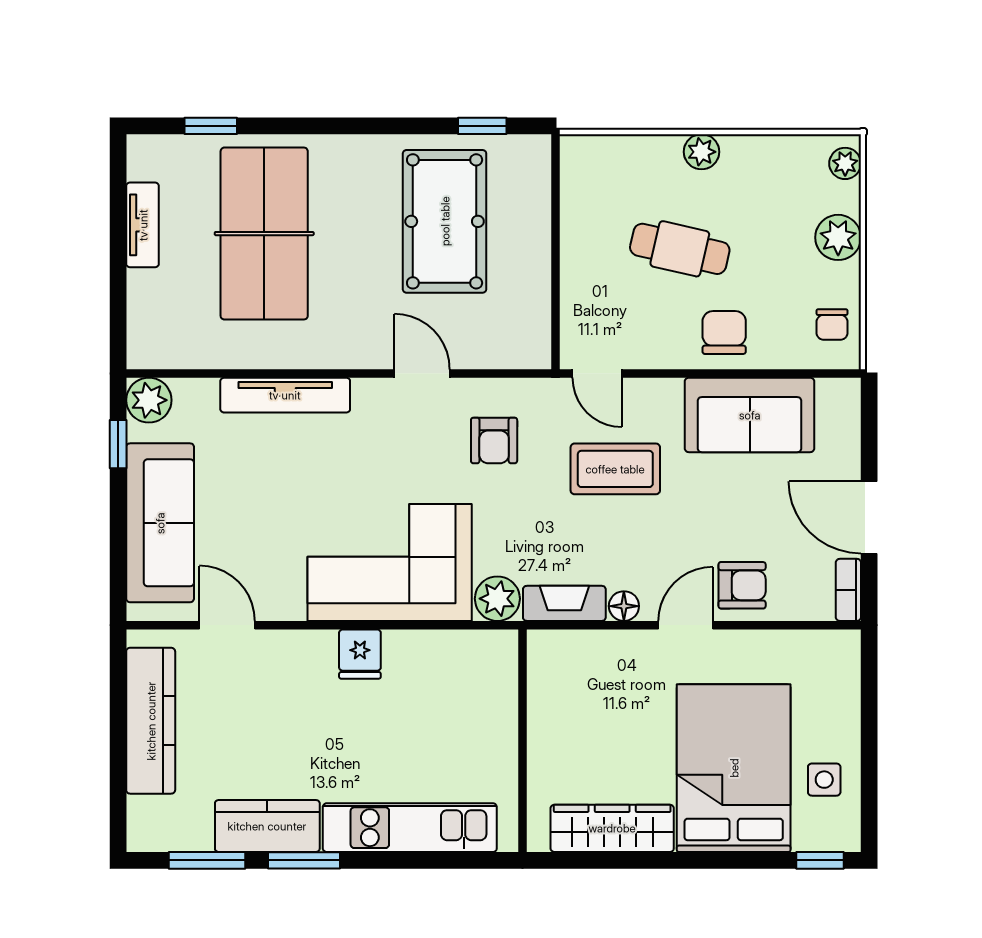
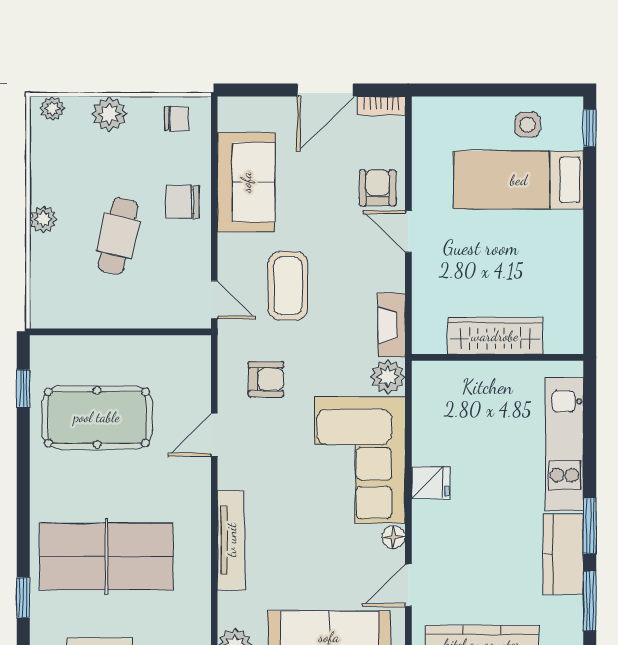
door: (597, 373) -> (214, 300), hinge flipped
floor lamp: (624, 606) -> (394, 537), moved
bed: (734, 768) -> (519, 180), width x0.67
wardrobe: (612, 828) -> (495, 336), moved, turned 90

